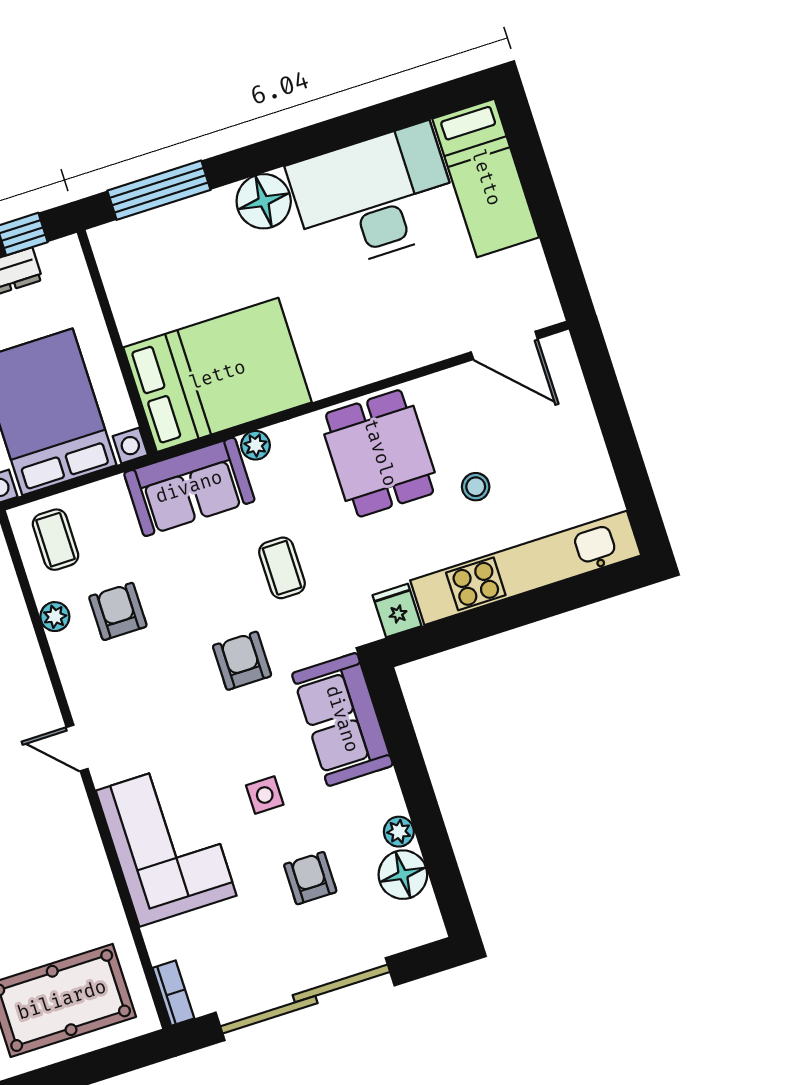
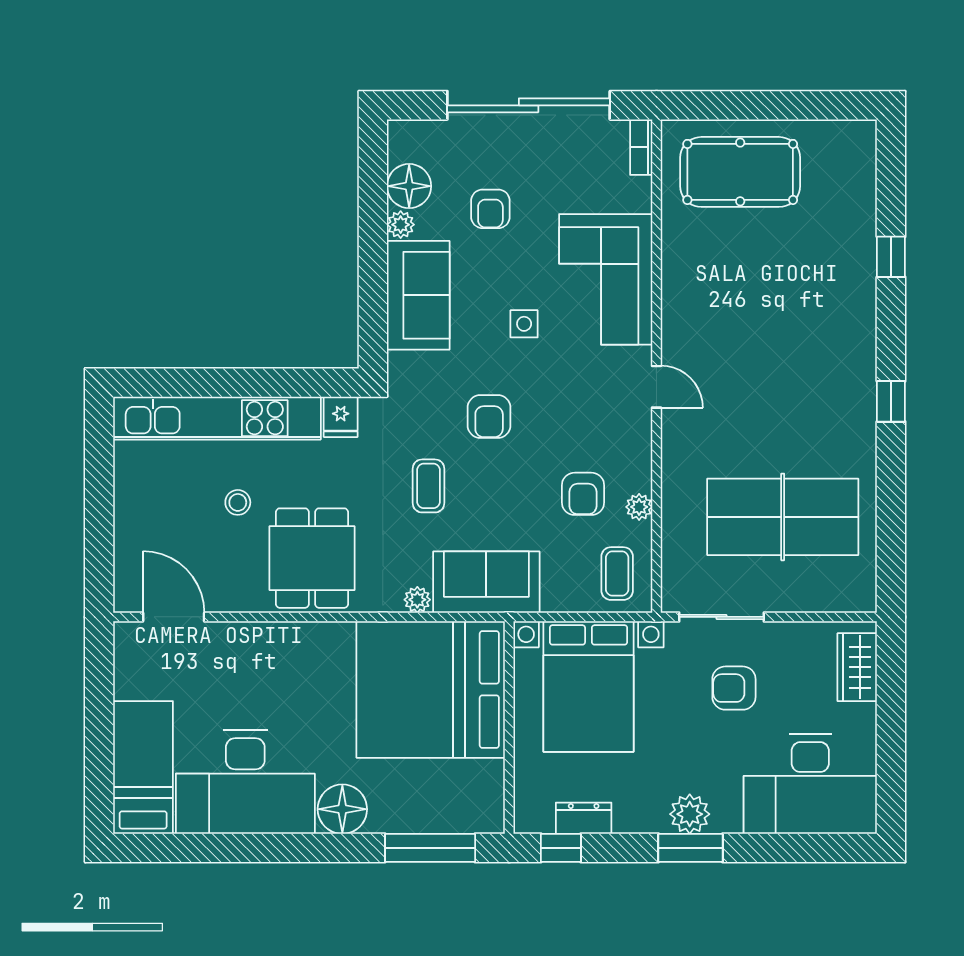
bed: (218, 375) -> (431, 689), width x1.36
sofa: (342, 719) -> (418, 295), moved
side table: (265, 795) -> (524, 324), moved

